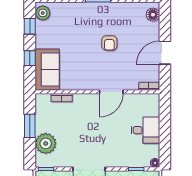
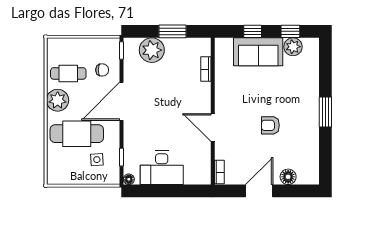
plant: (43, 13) -> (293, 47), moved
floor lamp: (153, 15) -> (288, 177), moved
door: (165, 53) -> (259, 191), hinge flipped
sofa: (47, 70) -> (258, 52), moved
desk: (145, 130) -> (162, 168), width x1.37

